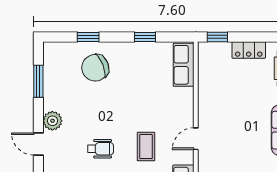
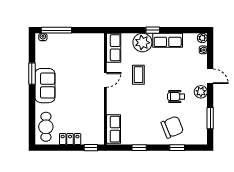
wheelchair: (101, 149) -> (176, 97), moved

